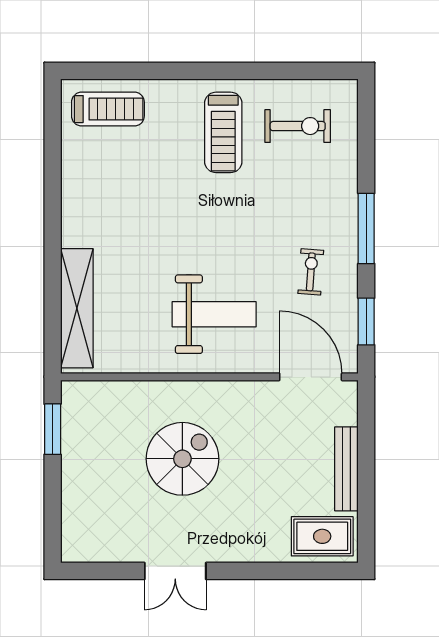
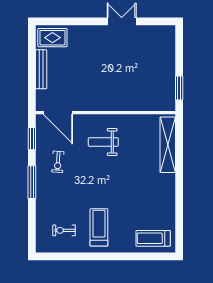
exercise bike: (298, 126) -> (64, 230), width x0.73, depth x0.72
weight bench: (214, 314) -> (103, 142), width x0.73, depth x0.75
spiral stairs: (182, 459) -> (118, 74), removed

